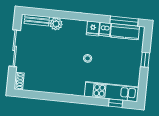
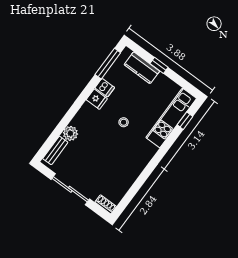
kitchen counter: (125, 32) -> (142, 68), moved, turned 90

